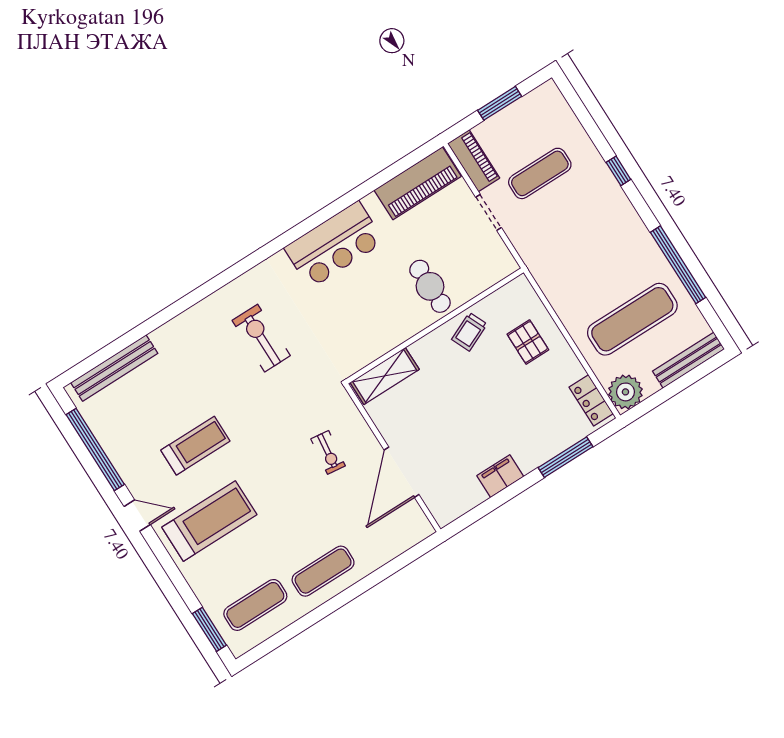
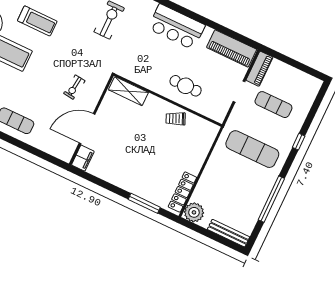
window: (500, 103) -> (295, 64), removed
cafe table: (430, 286) -> (186, 86), turned 90
exercise mat: (632, 319) -> (252, 149), moved
pallet: (528, 342) -> (188, 150), removed
locker: (591, 400) -> (182, 192), width x1.53
filing cabinet: (500, 476) -> (83, 158), moved, turned 90

